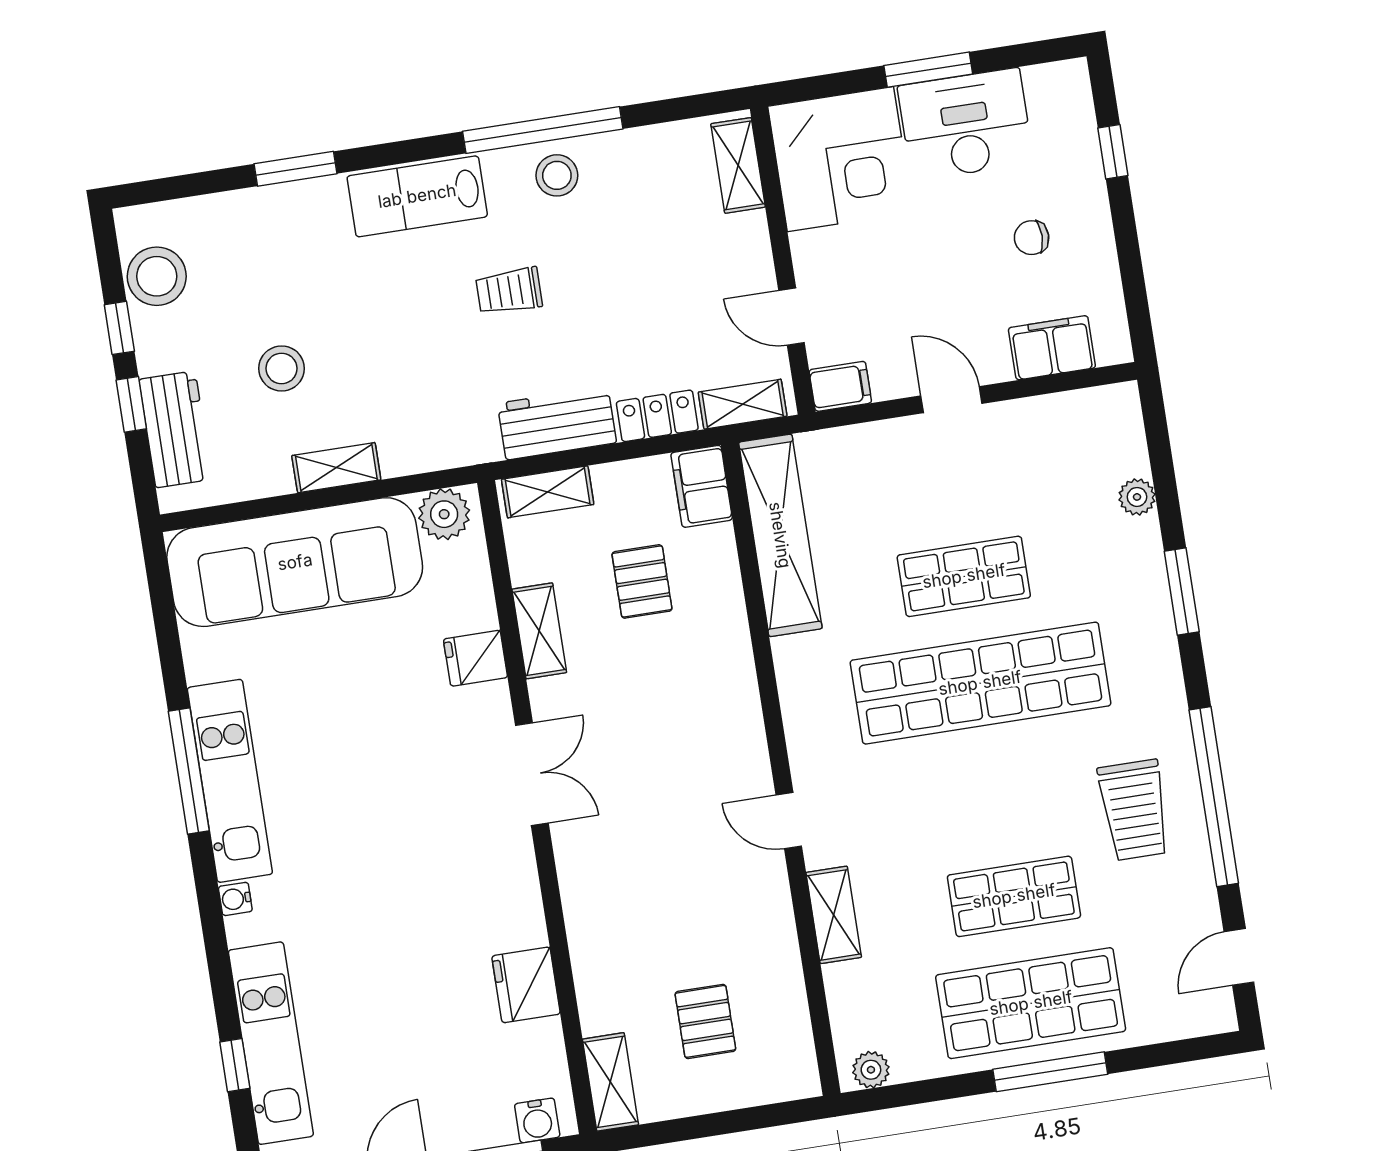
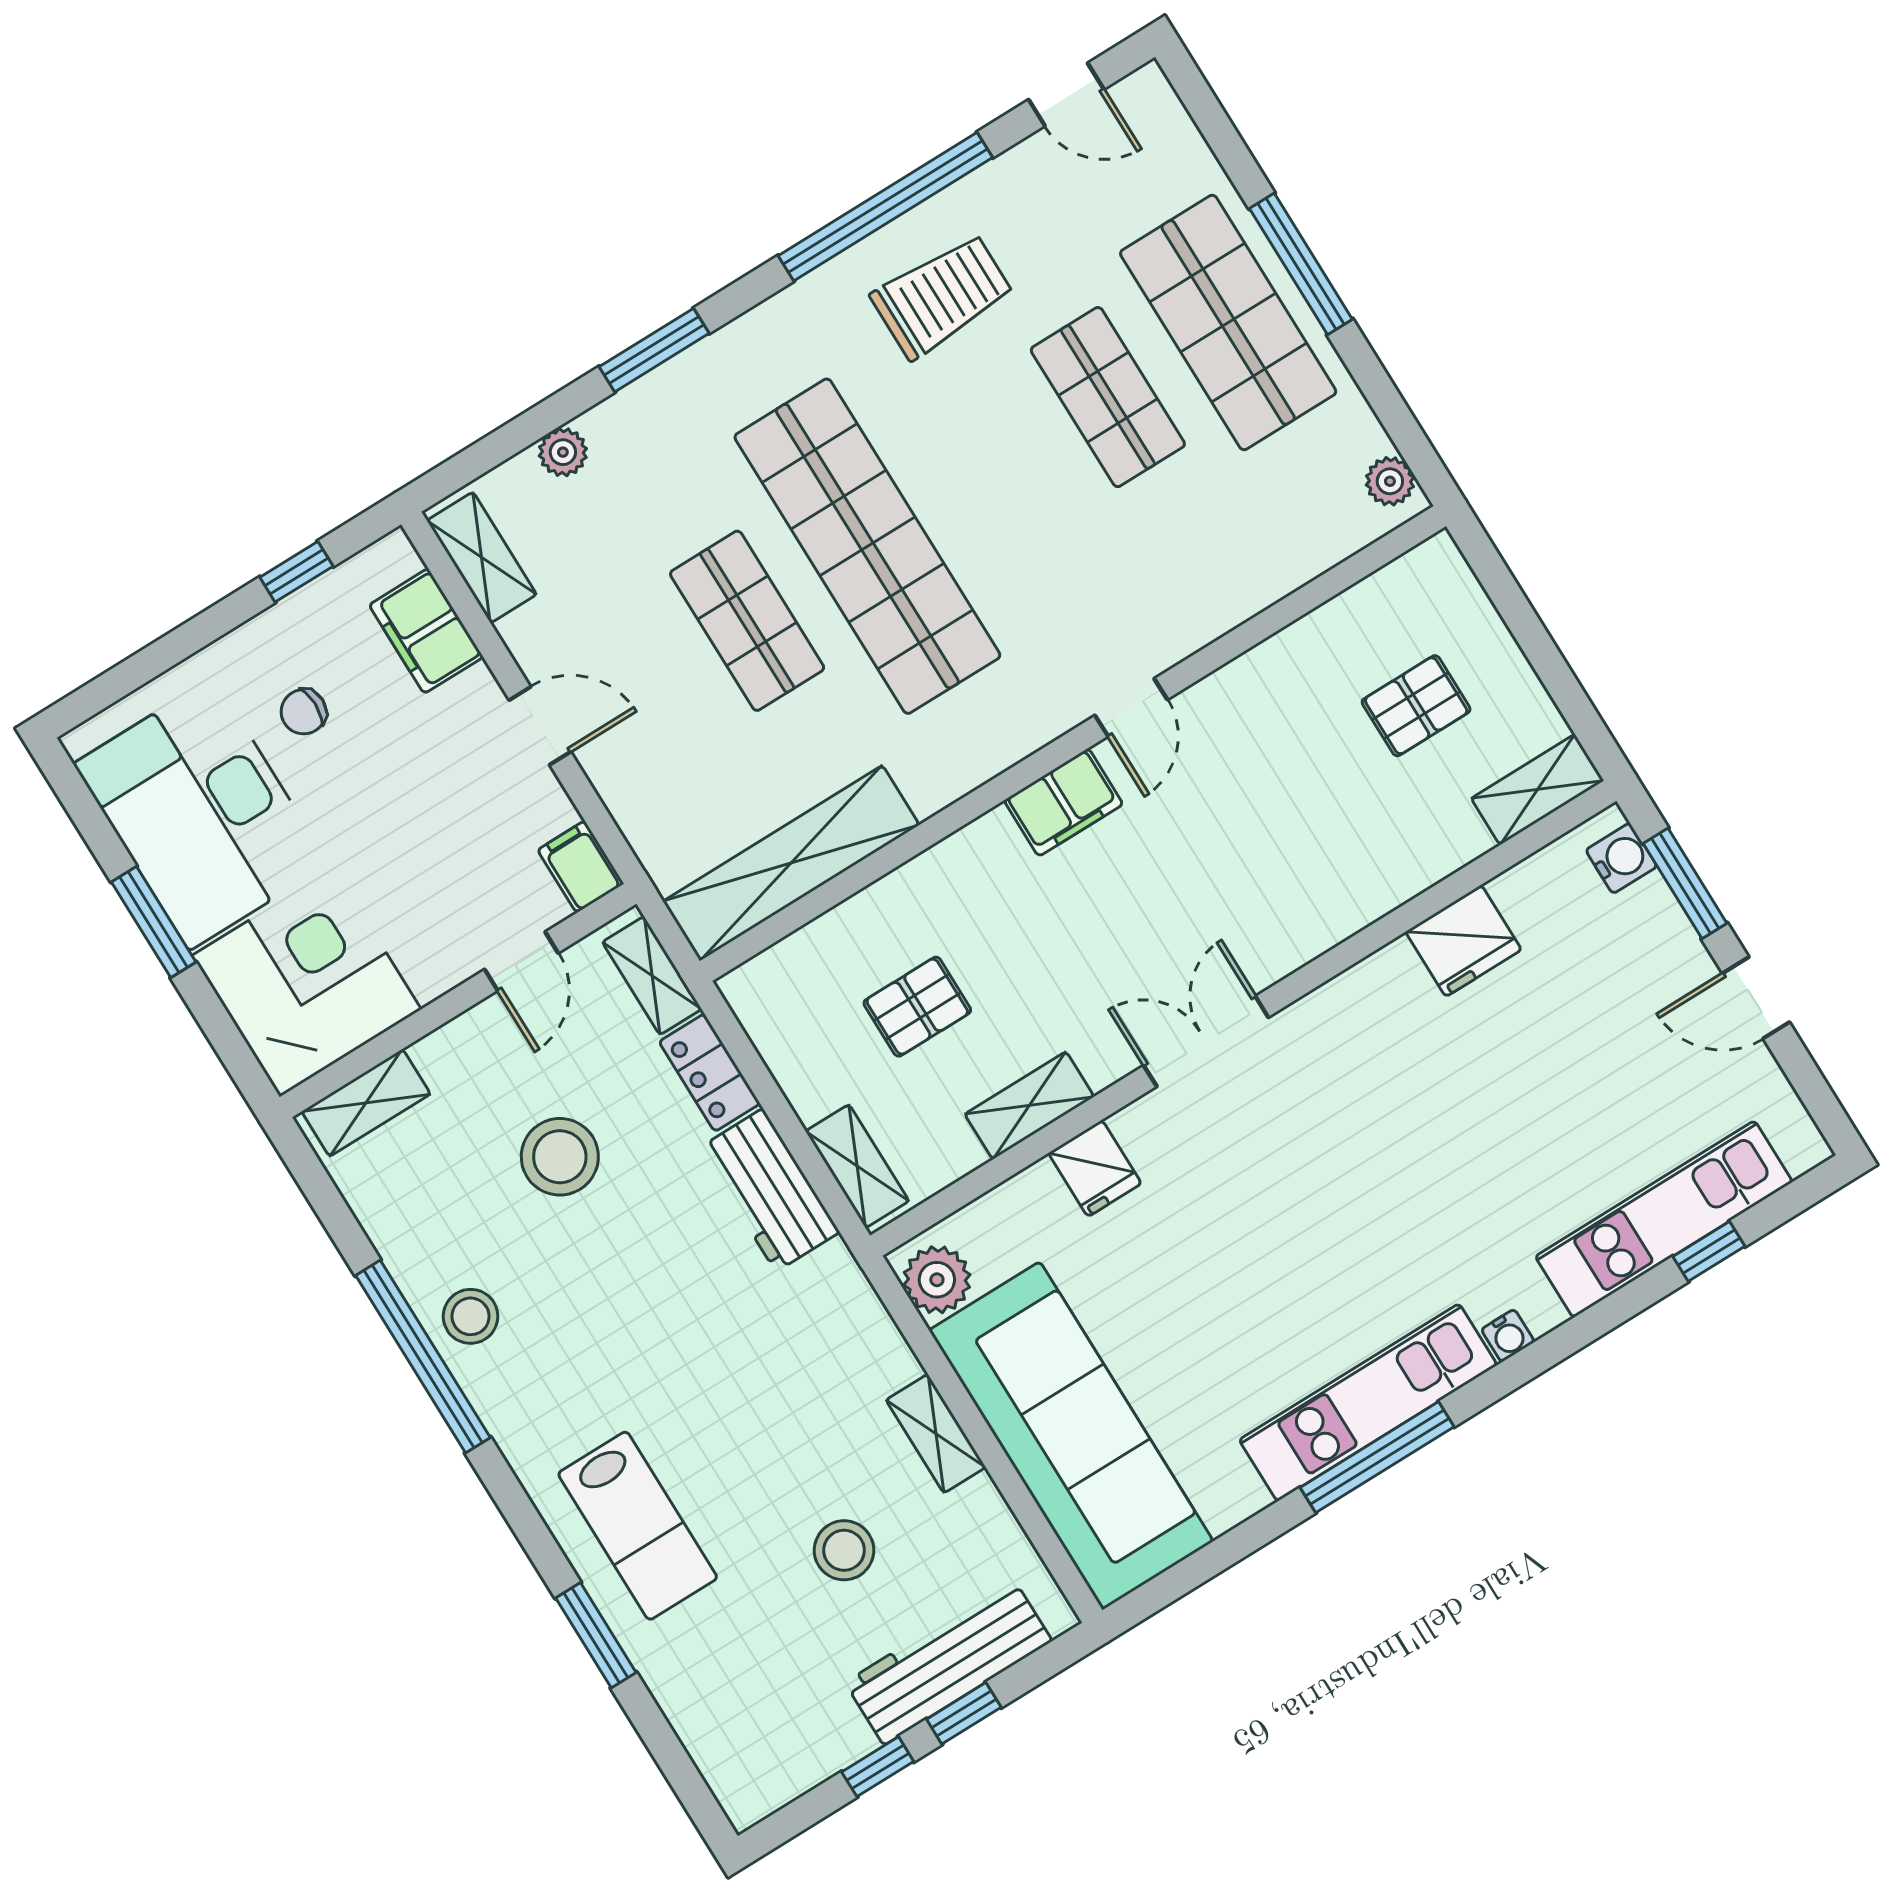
desk: (966, 124) -> (201, 814), width x1.36, depth x1.30
window: (1113, 152) -> (296, 572), moved
lab bench: (417, 196) -> (638, 1526), moved
chair: (1032, 238) -> (304, 712), turned 90
stool: (157, 276) -> (560, 1157), moved
trolley: (509, 291) -> (635, 1315), removed
door: (951, 400) -> (540, 726), swing flipped
workbench: (175, 429) -> (948, 1662), width x1.37
filing cabinet: (702, 486) -> (1064, 802), moved
shelving: (834, 915) -> (482, 557), moved, turned 90

